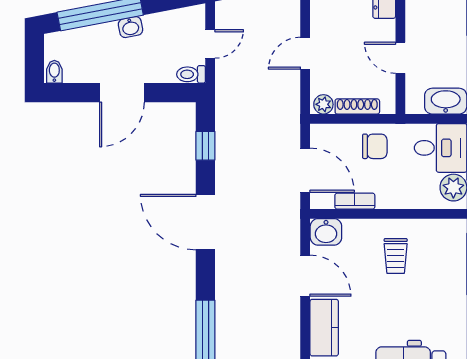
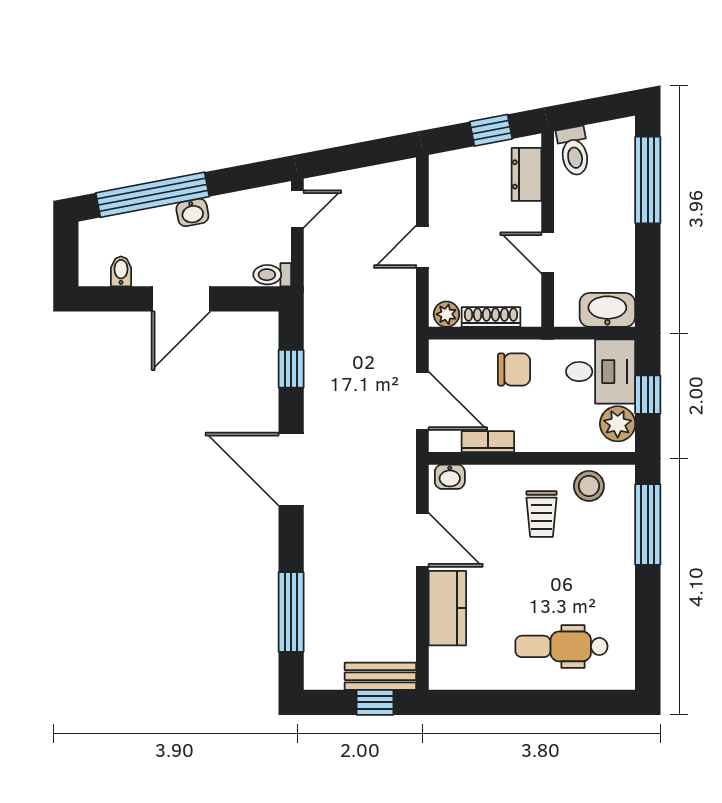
door: (210, 44) -> (297, 209), moved
bidet: (54, 72) -> (121, 271), moved
washbasin: (326, 232) -> (450, 477), width x0.72, depth x0.69
stool: (432, 235) -> (589, 486), added

